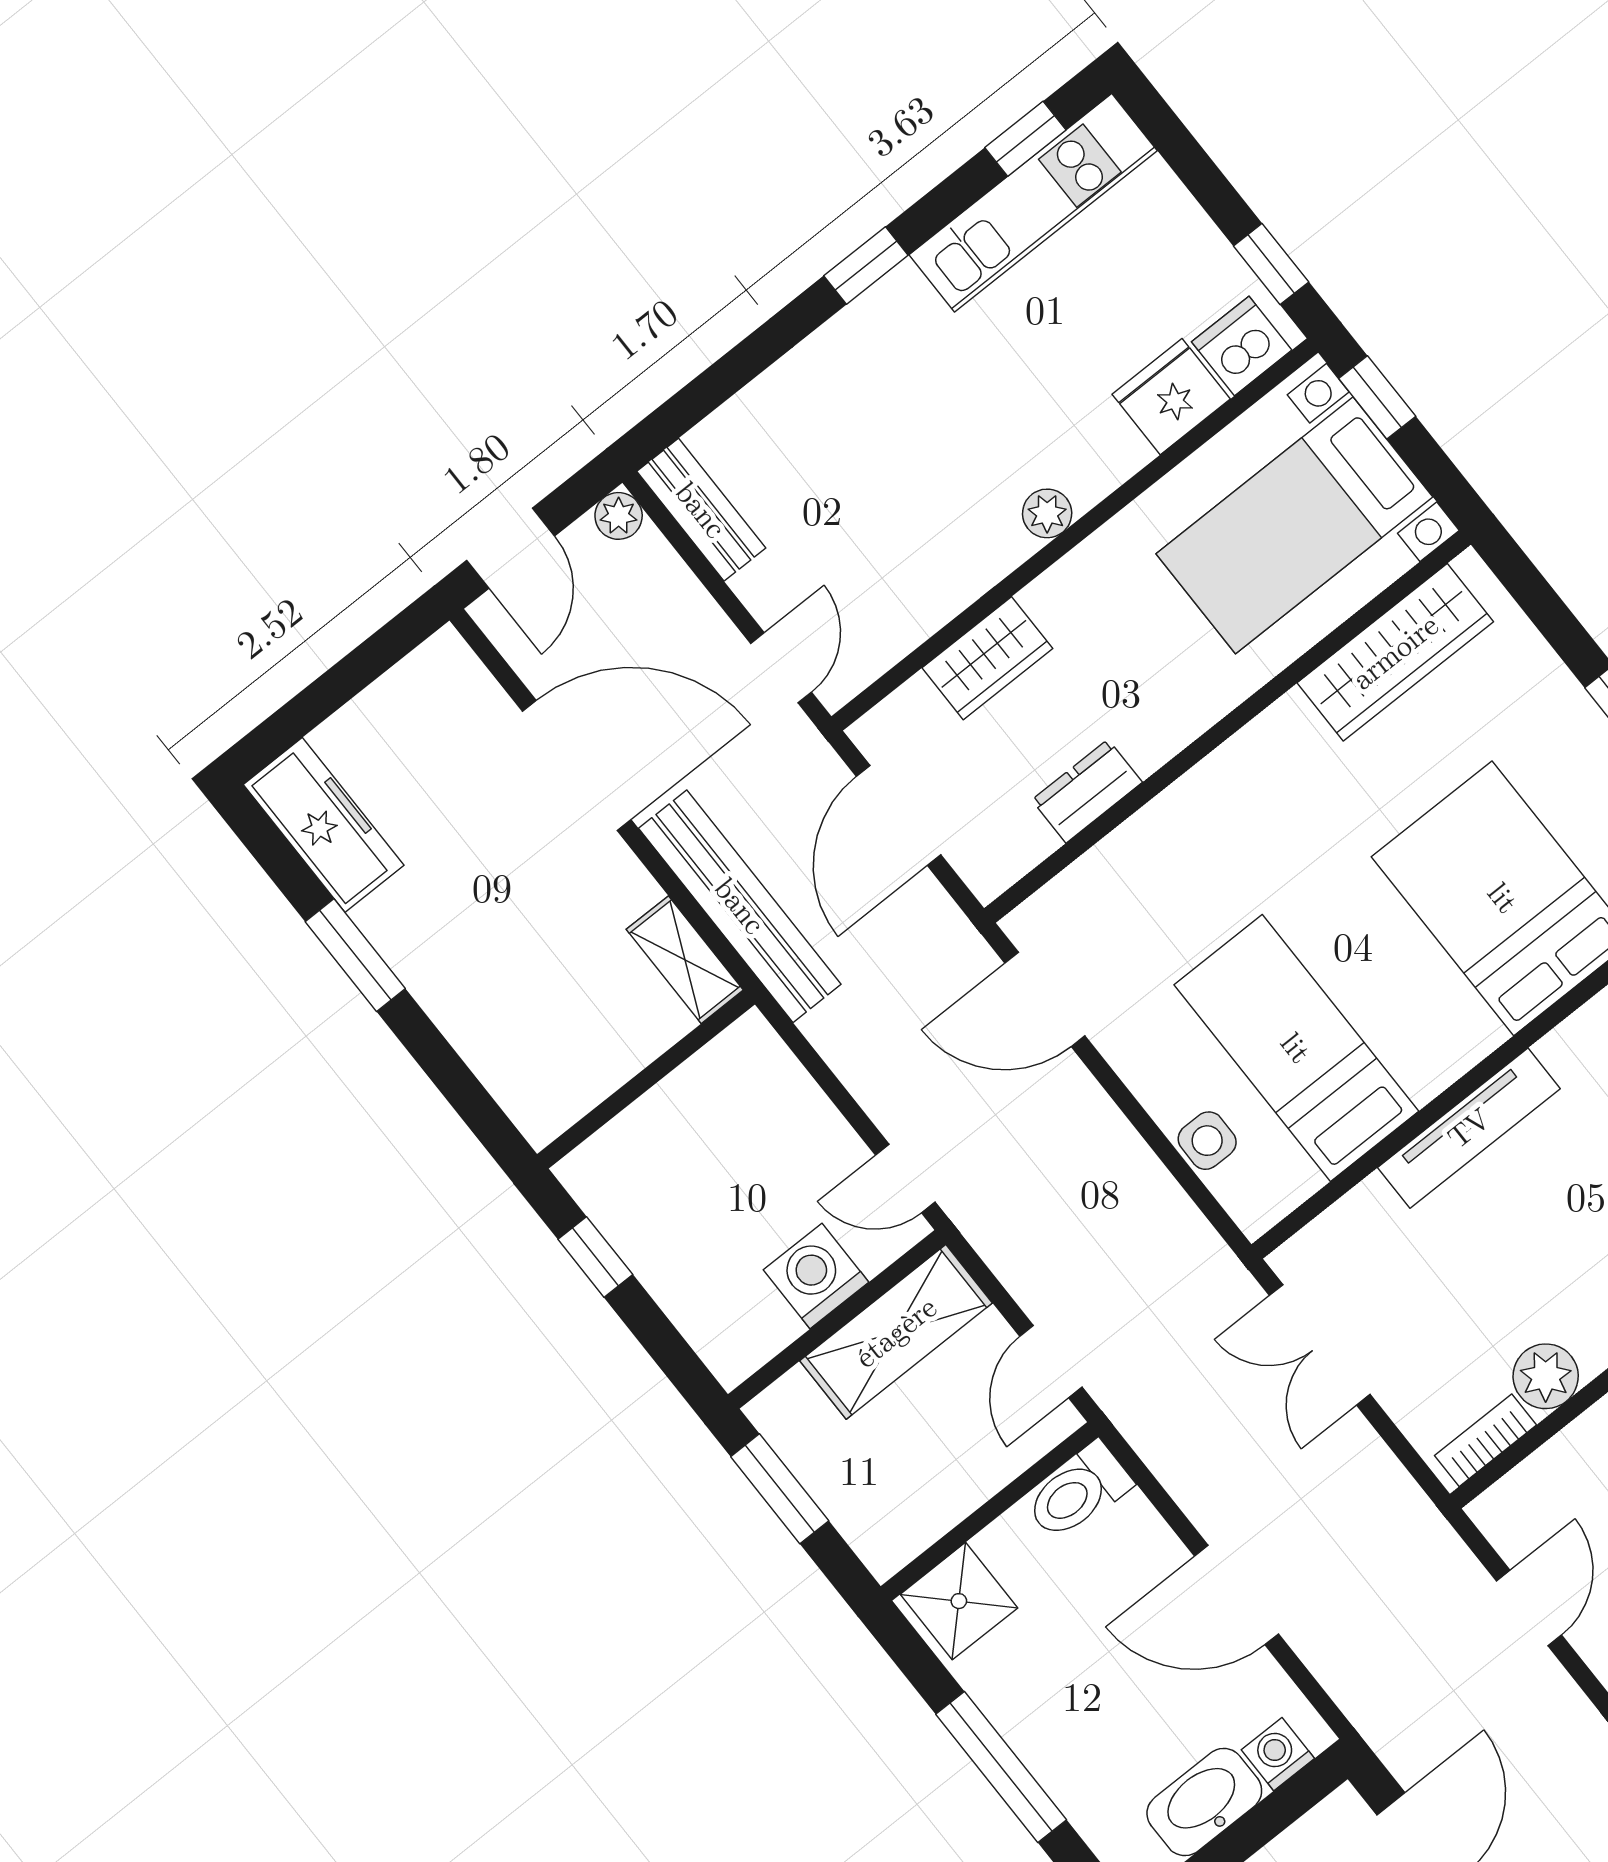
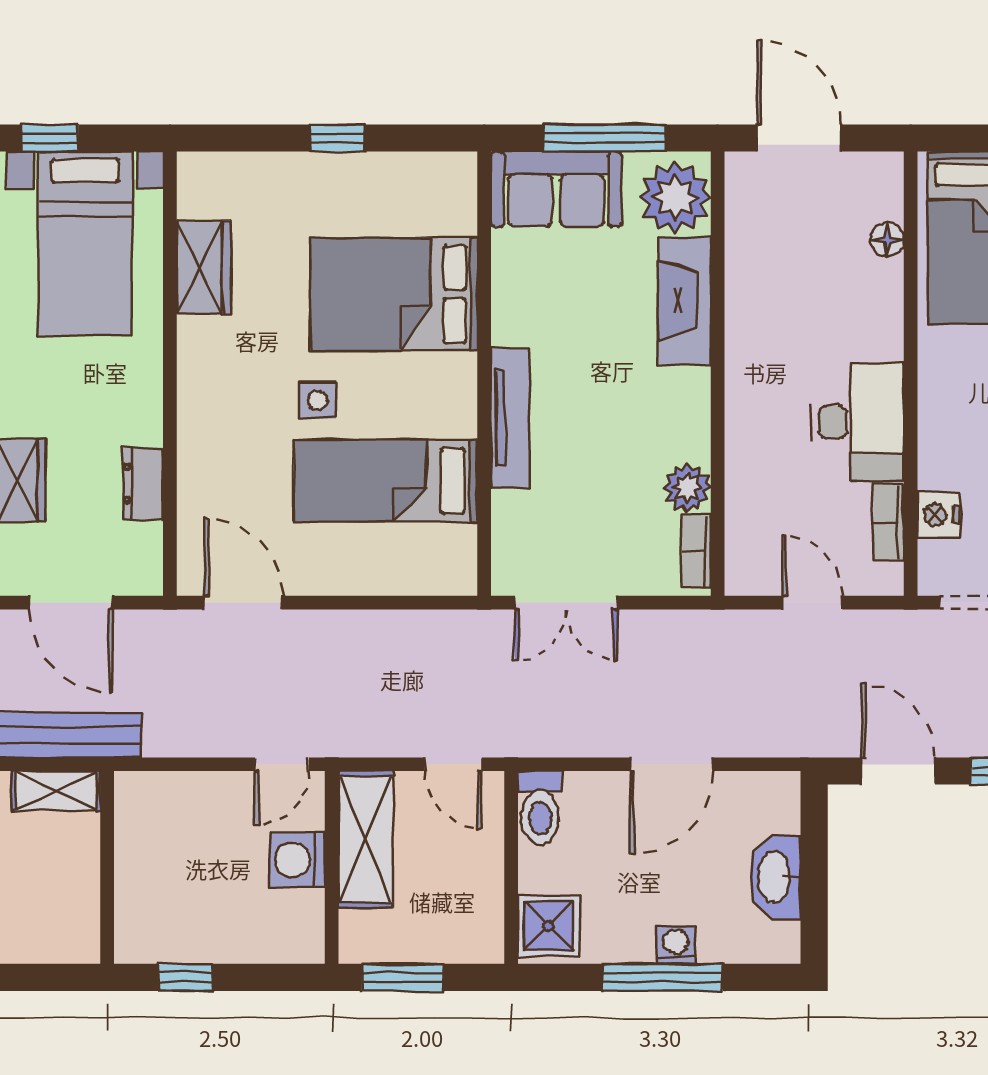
wardrobe: (1395, 652) -> (204, 267), width x0.67
door: (1045, 999) -> (243, 603), swing flipped
side table: (1207, 1141) -> (317, 400), moved
washing machine: (1278, 1754) -> (676, 945), moved, turned 90

